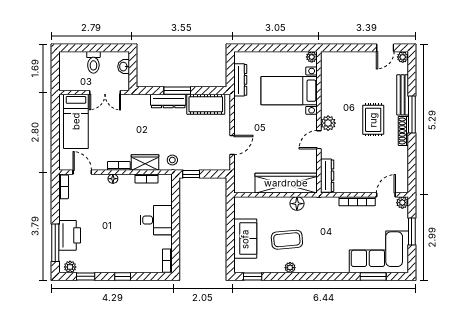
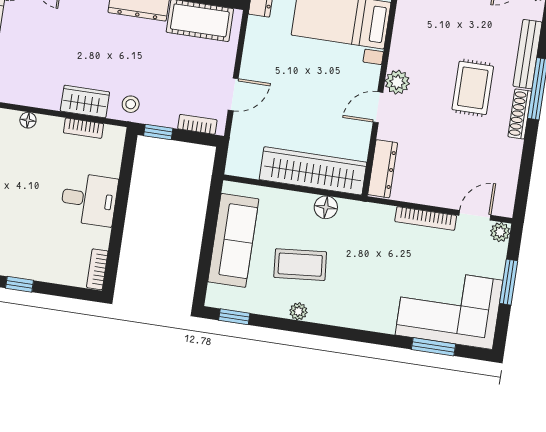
bookcase: (119, 166) -> (197, 124), moved
sofa: (245, 239) -> (233, 240), width x1.36

